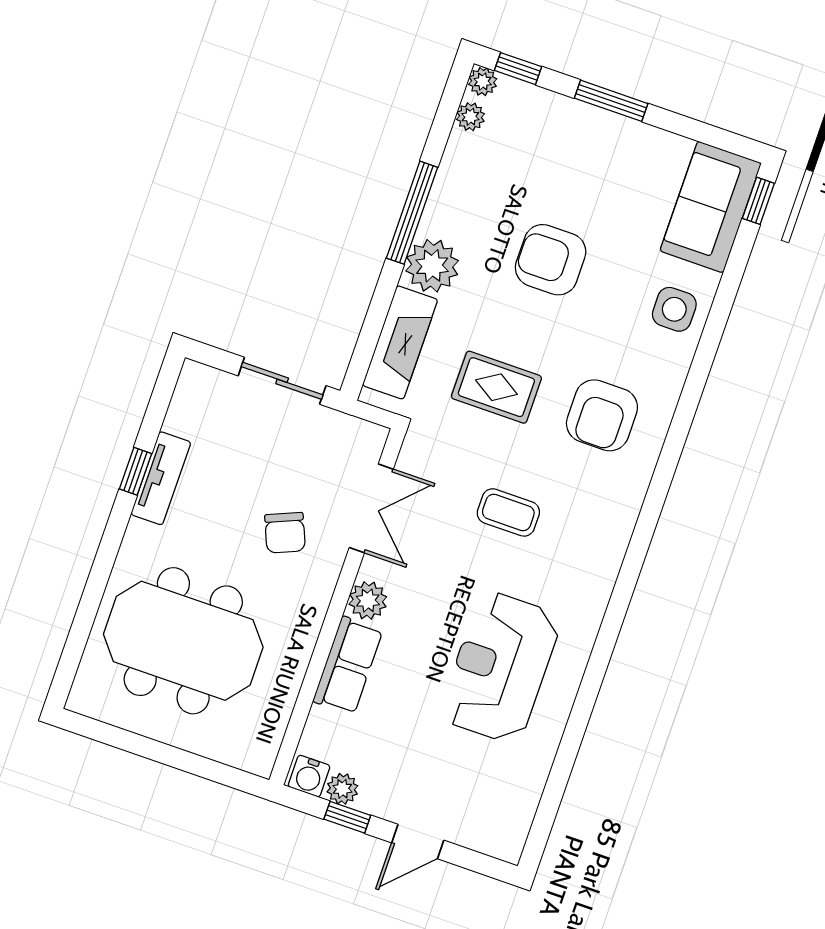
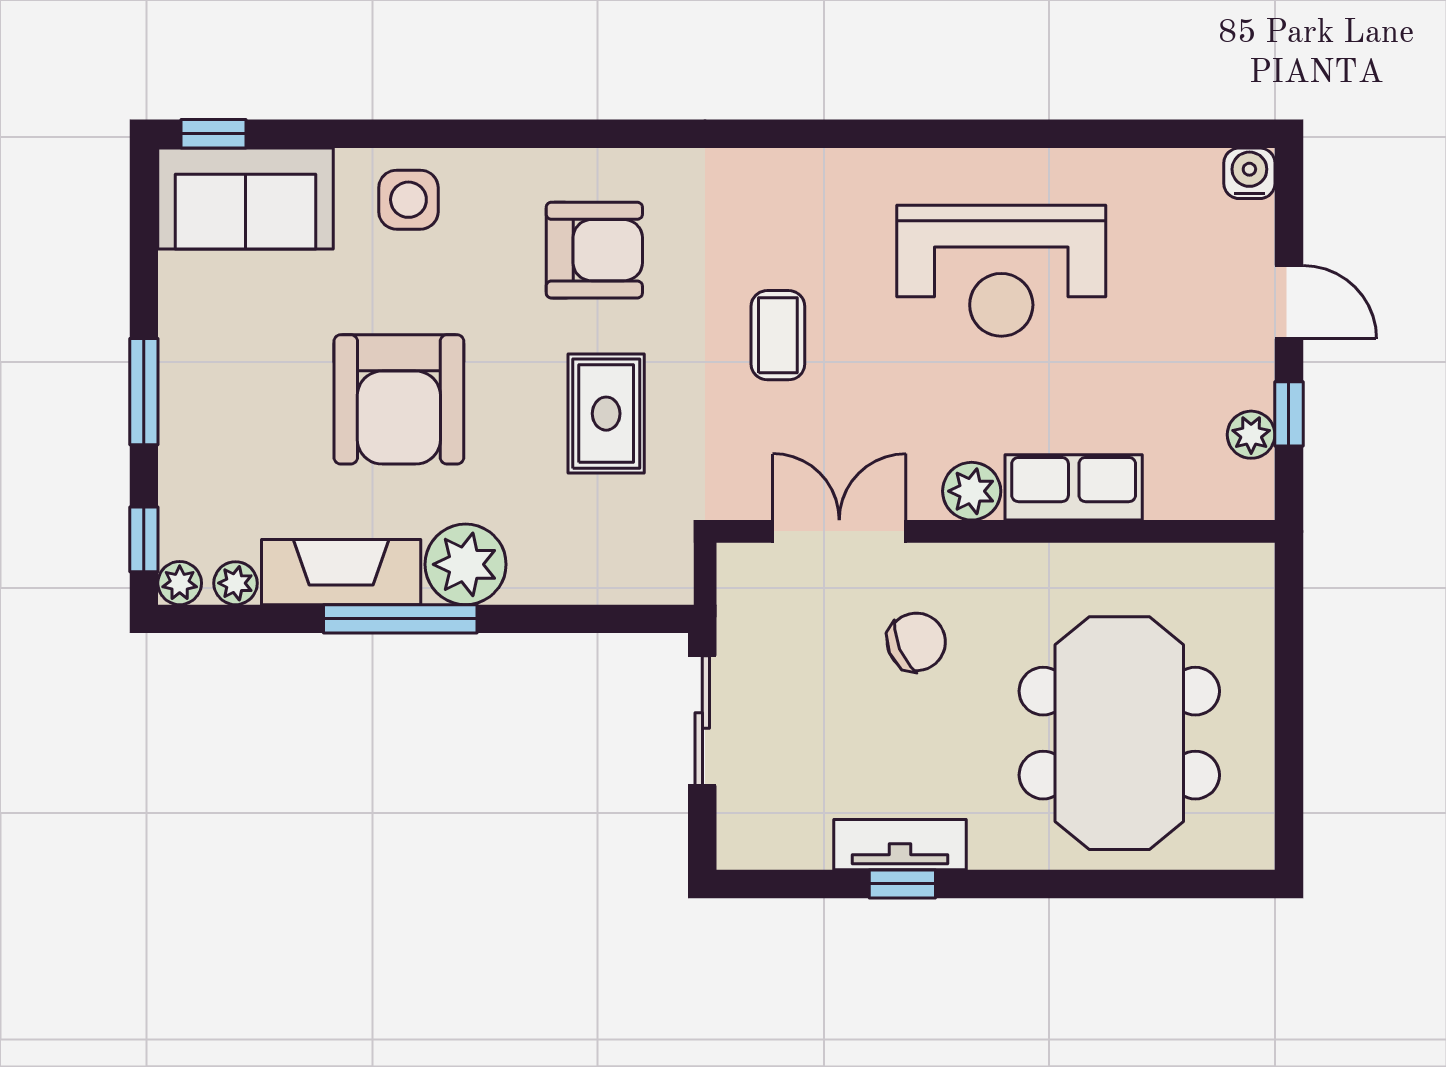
armchair: (551, 260) -> (399, 399), width x1.36, depth x1.36
fireplace: (400, 342) -> (341, 572), moved
water cooler: (309, 776) -> (1249, 173), moved, turned -90

